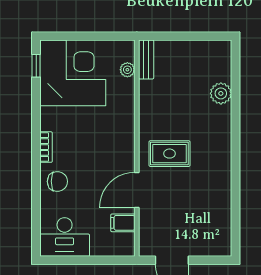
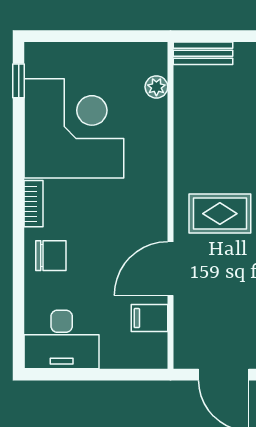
bench: (146, 60) -> (203, 53), moved, turned 90
corner desk: (73, 73) -> (74, 128), moved

